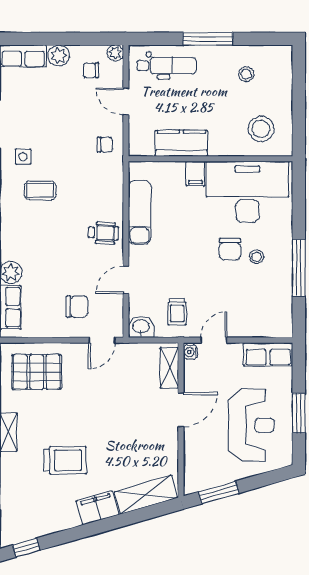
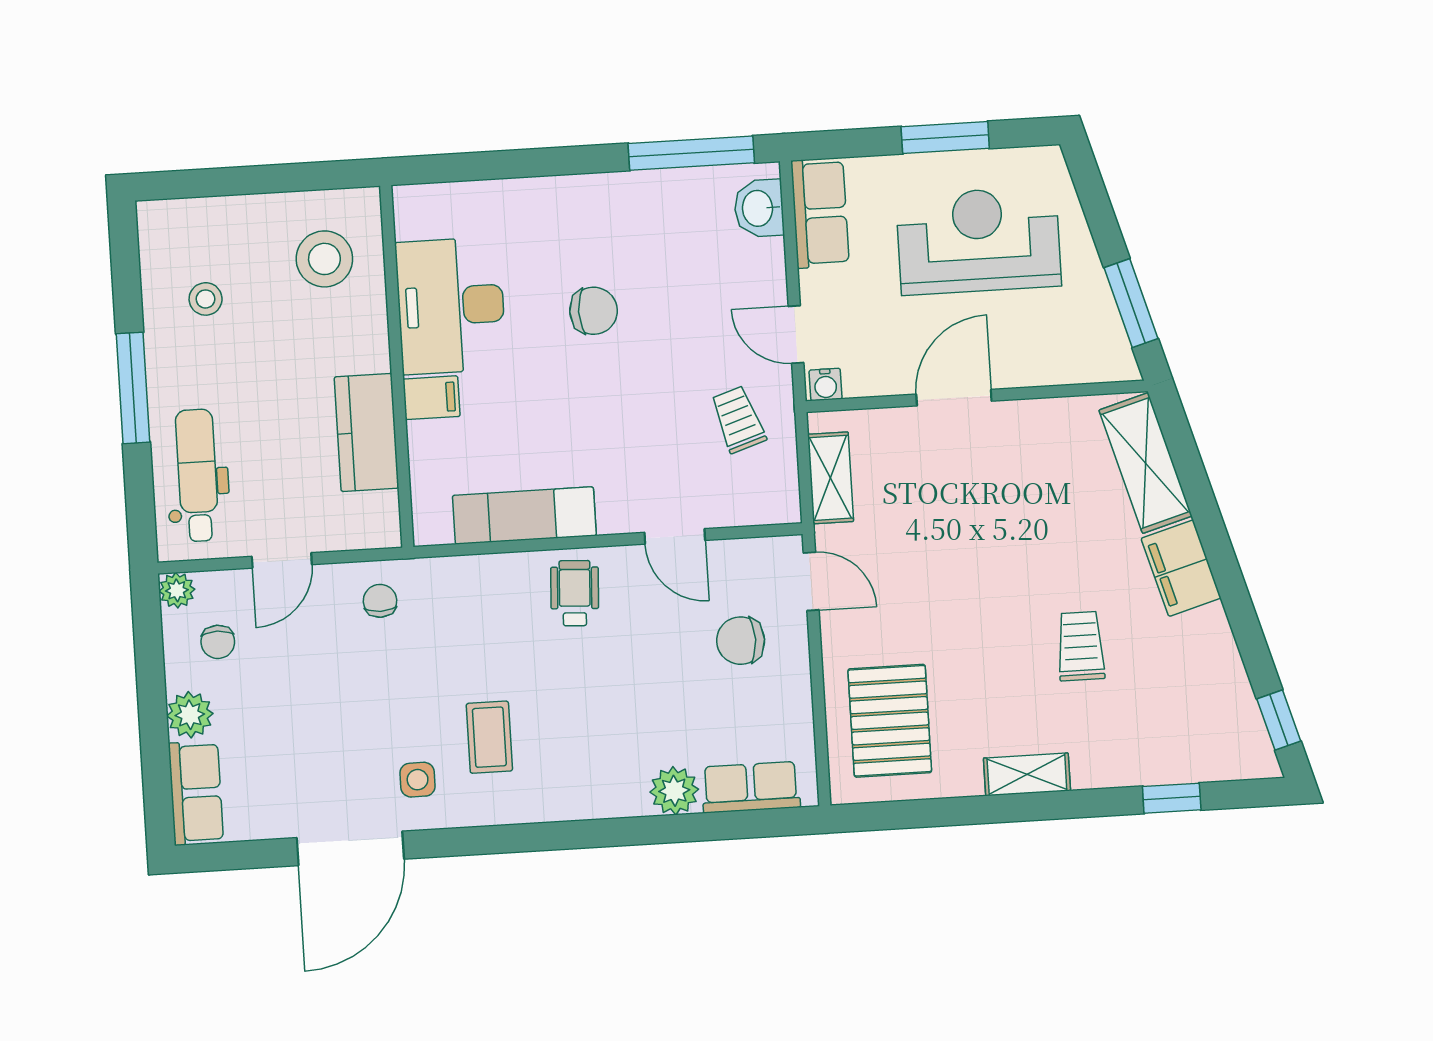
desk: (247, 192) -> (451, 306), width x0.73, depth x0.77
stool: (257, 257) -> (606, 252), removed
window: (299, 268) -> (691, 153), moved
chair: (77, 307) -> (741, 641), turned -90
trolley: (177, 312) -> (738, 419), turned -108
washbasin: (141, 327) -> (759, 208), moved
shelving: (169, 368) -> (831, 478), moved, turned 90
door: (181, 410) -> (954, 398), hinge flipped
trolley: (65, 460) -> (1081, 646), width x0.73, depth x0.72

